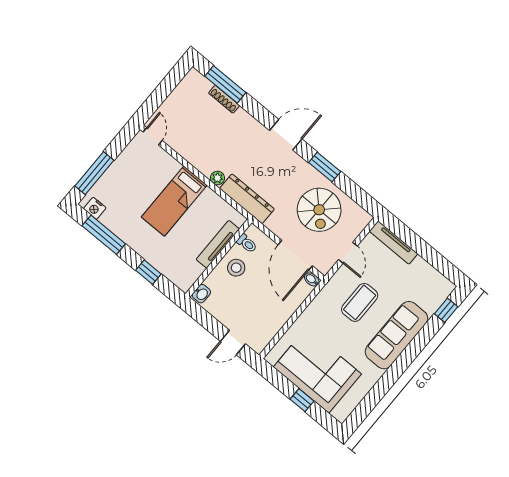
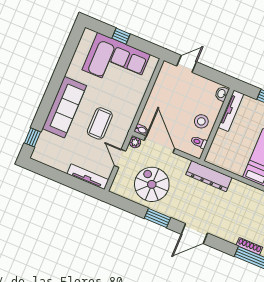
plant: (217, 178) -> (135, 142), moved
tv unit: (218, 244) -> (231, 111), moved

